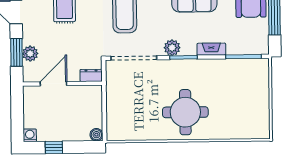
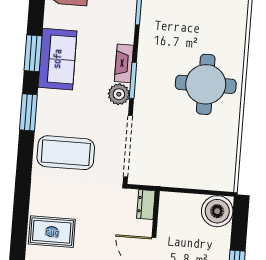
fireplace: (211, 49) -> (124, 63), moved
boiler: (96, 135) -> (217, 211), width x1.86, depth x1.86

